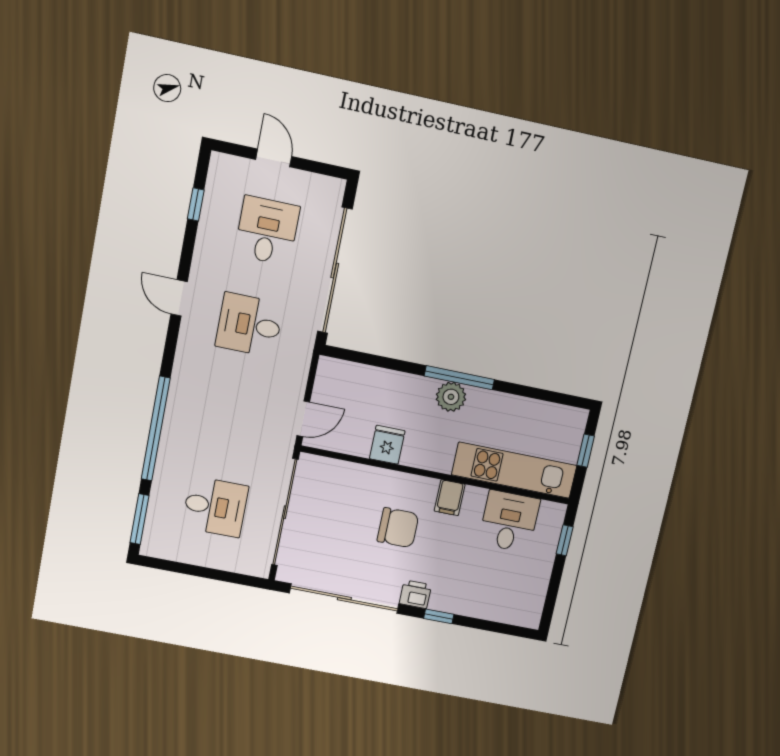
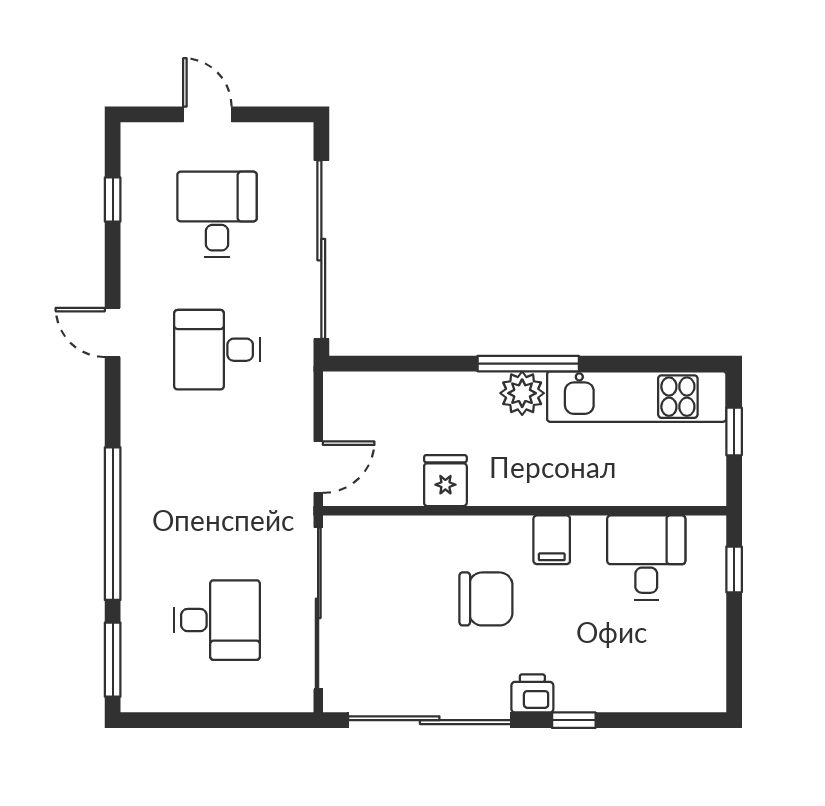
kitchen unit: (514, 470) -> (637, 397), moved, turned 180

